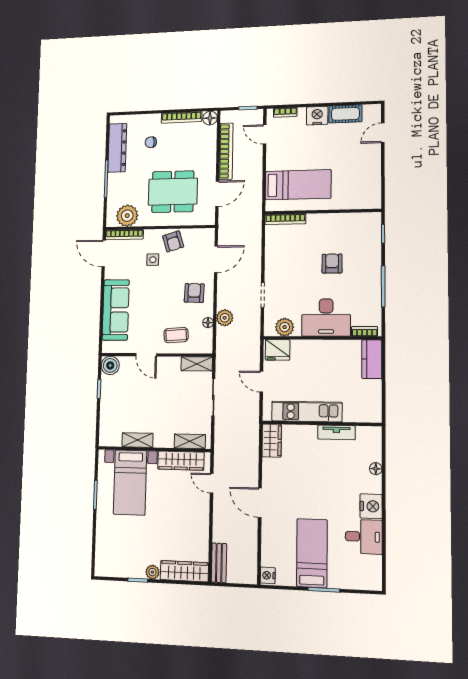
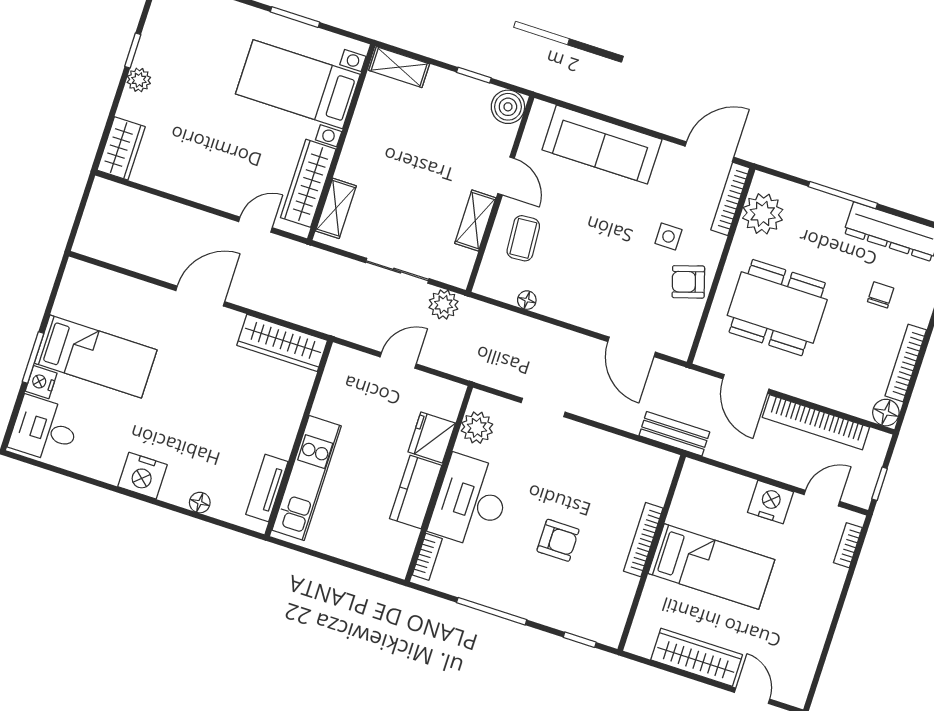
cot: (345, 114) -> (808, 645), removed
nightstand: (317, 116) -> (770, 502), moved, turned -90
wardrobe: (372, 169) -> (697, 657), added
bed: (298, 185) -> (711, 566), moved, turned -90
dining table: (173, 192) -> (777, 308), turned 90
bookcase: (285, 219) -> (643, 540), moved
armchair: (194, 293) -> (586, 292), removed
plant: (225, 318) -> (444, 305), moved
fridge: (278, 350) -> (432, 438), moved
door: (146, 355) -> (506, 176), swing flipped
kitchen counter: (372, 359) -> (416, 492), moved, turned -90
shelving: (197, 364) -> (475, 221), moved
kitchen unit: (307, 412) -> (307, 478), moved
tv unit: (336, 432) -> (267, 488), moved
shelving: (137, 440) -> (399, 67), moved, turned 90
wardrobe: (272, 441) -> (282, 343), width x1.50
desk: (364, 537) -> (45, 429), moved, turned 90
bench: (219, 563) -> (674, 434), moved
wardrobe: (184, 571) -> (121, 148), width x0.67
nightstand: (268, 575) -> (41, 382), moved, turned -90

